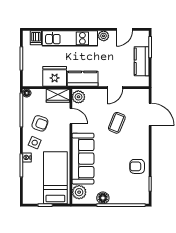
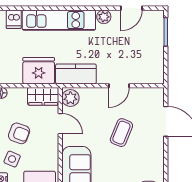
kitchen counter: (142, 61) -> (154, 51), removed

